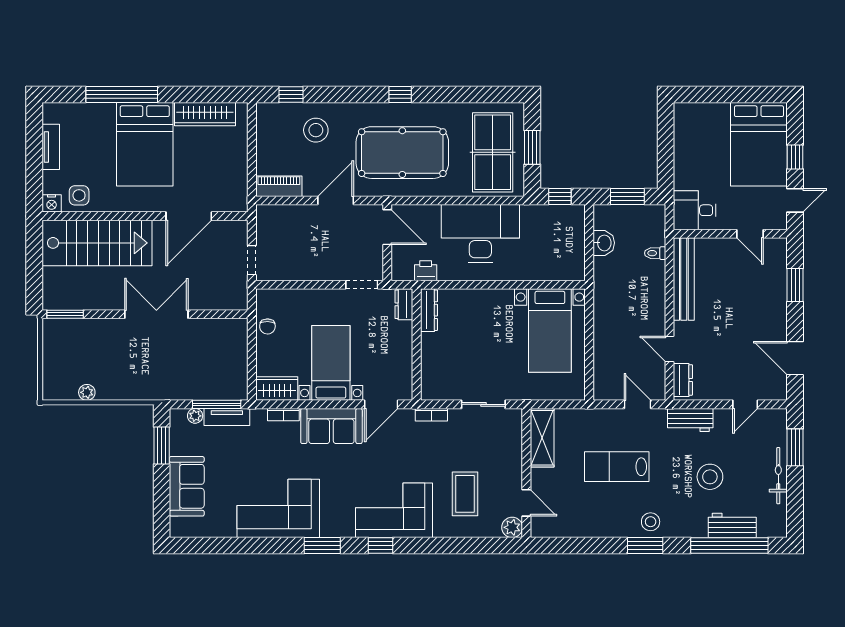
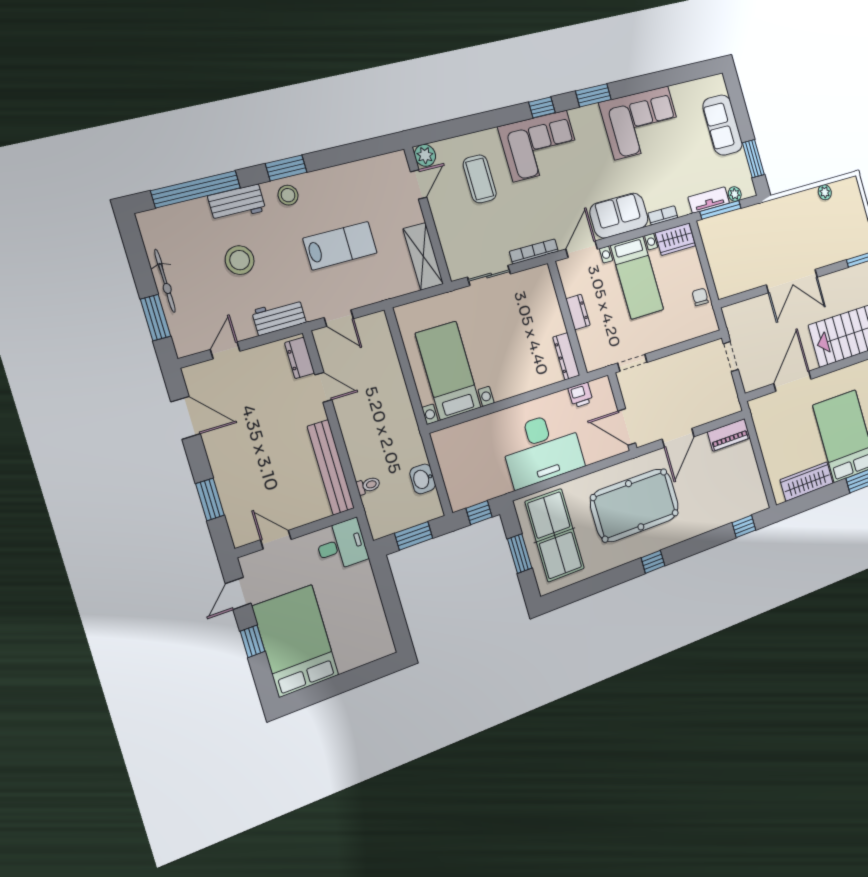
stool: (316, 130) -> (714, 500), removed
dresser: (404, 304) -> (578, 312), moved
bookcase: (431, 415) -> (534, 251), width x1.56
door: (526, 503) -> (419, 184), swing flipped
workbench: (732, 525) -> (237, 203), moved

